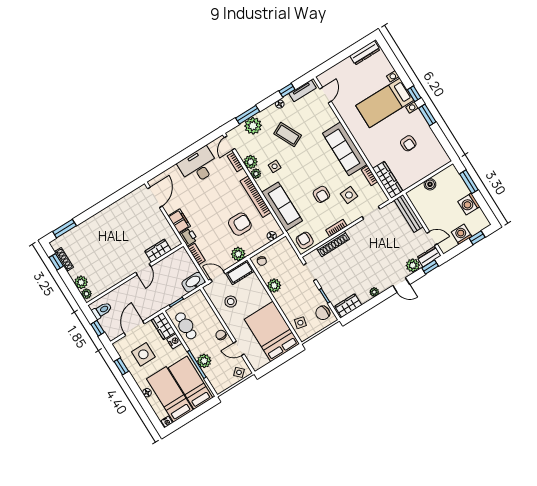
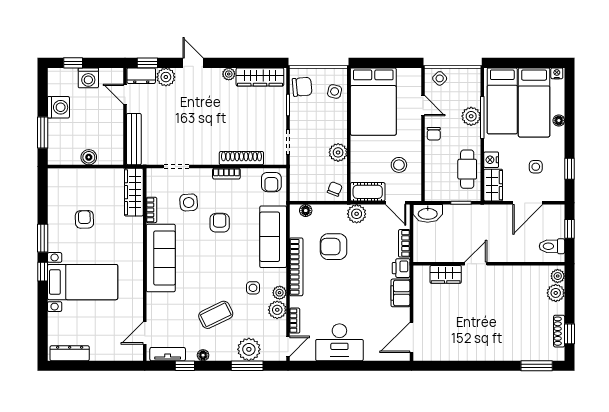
coffee table: (288, 135) -> (216, 315), turned 90
wardrobe: (348, 306) -> (260, 77), width x1.50
side table: (143, 354) -> (536, 167), width x0.54, depth x0.54

